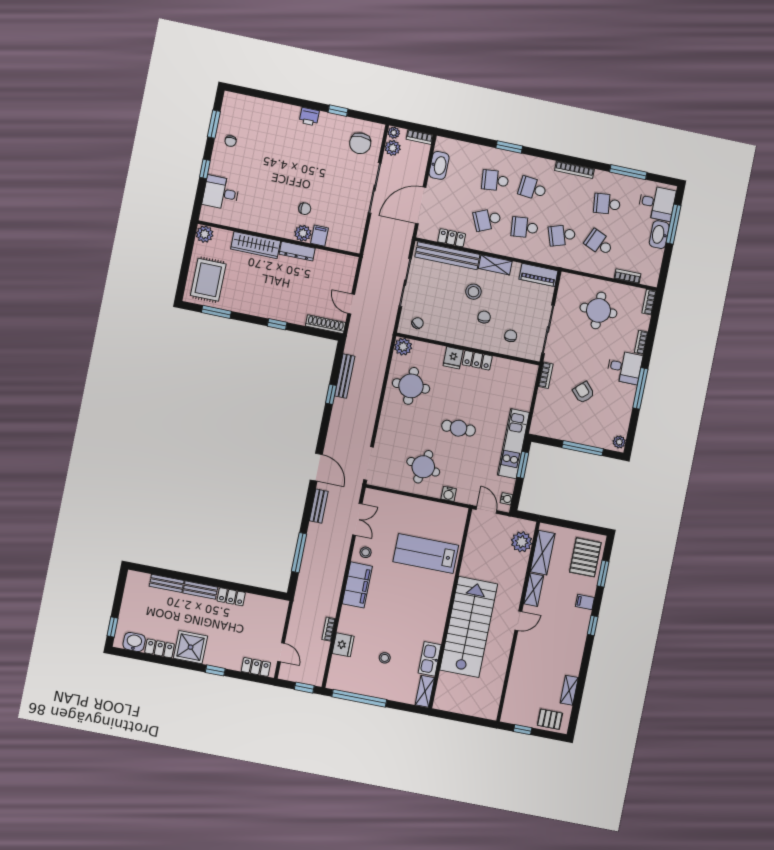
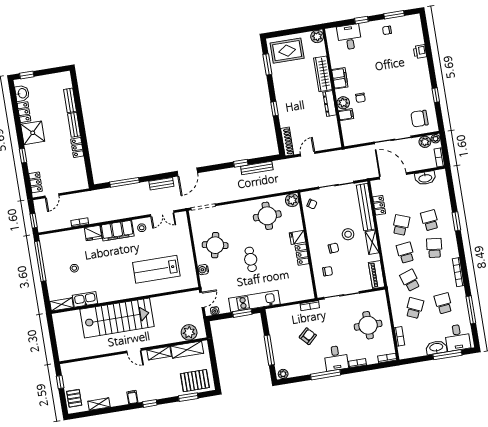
printer: (309, 117) -> (420, 52), moved
school desk: (487, 220) -> (401, 225), turned 45
filing cabinet: (270, 226) -> (340, 78), added
lab bench: (426, 554) -> (156, 269), turned -90
filing cabinet: (585, 602) -> (132, 397), moved
fridge: (343, 645) -> (93, 233), moved

